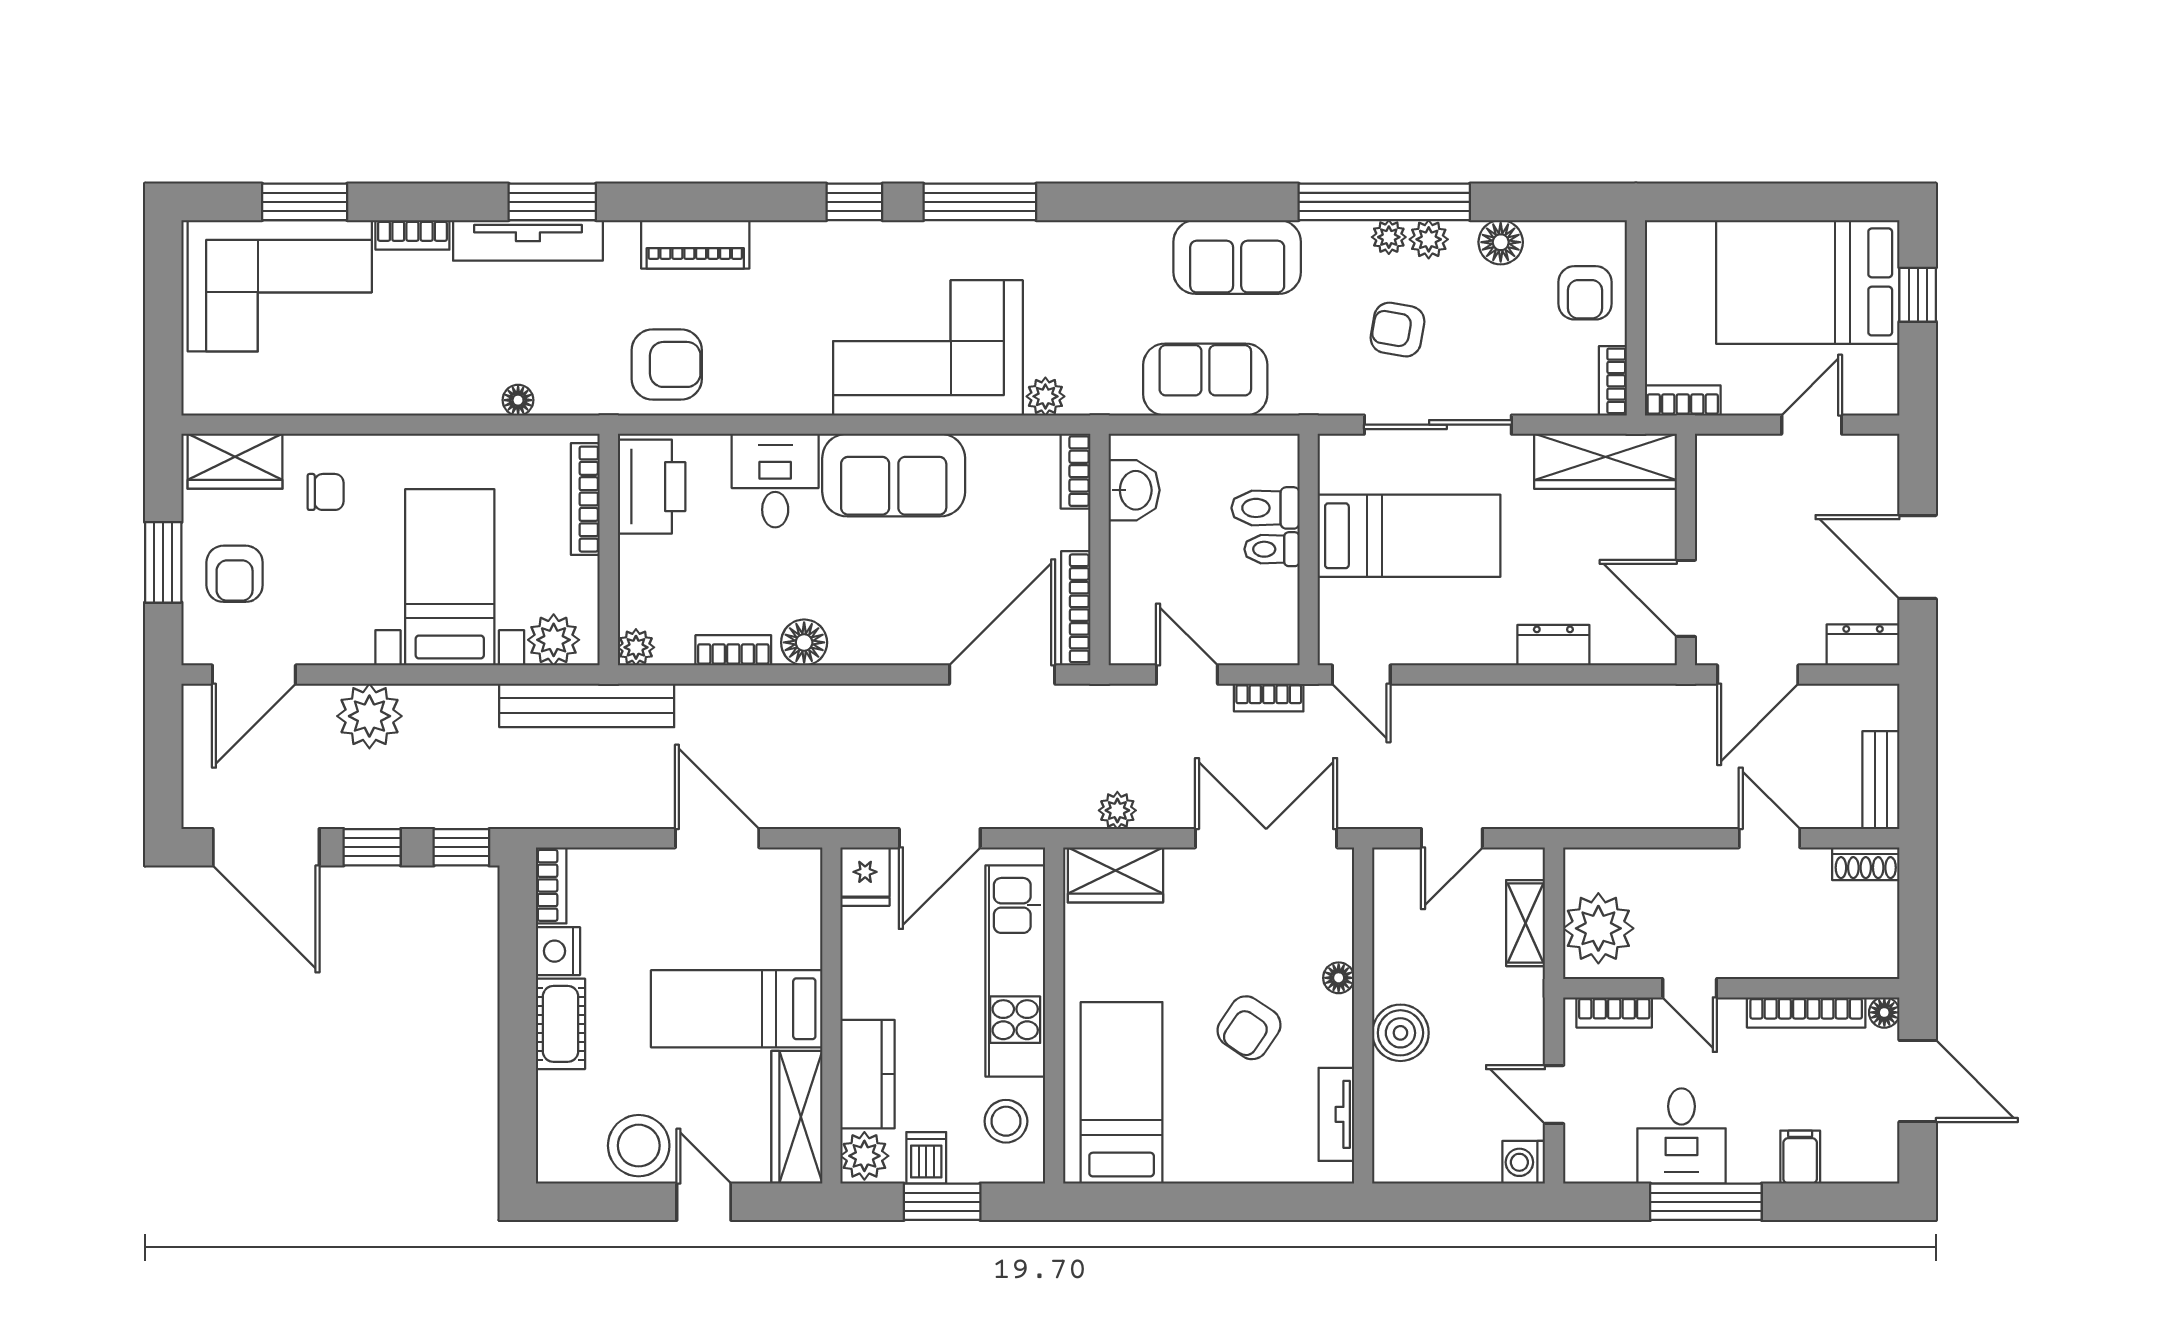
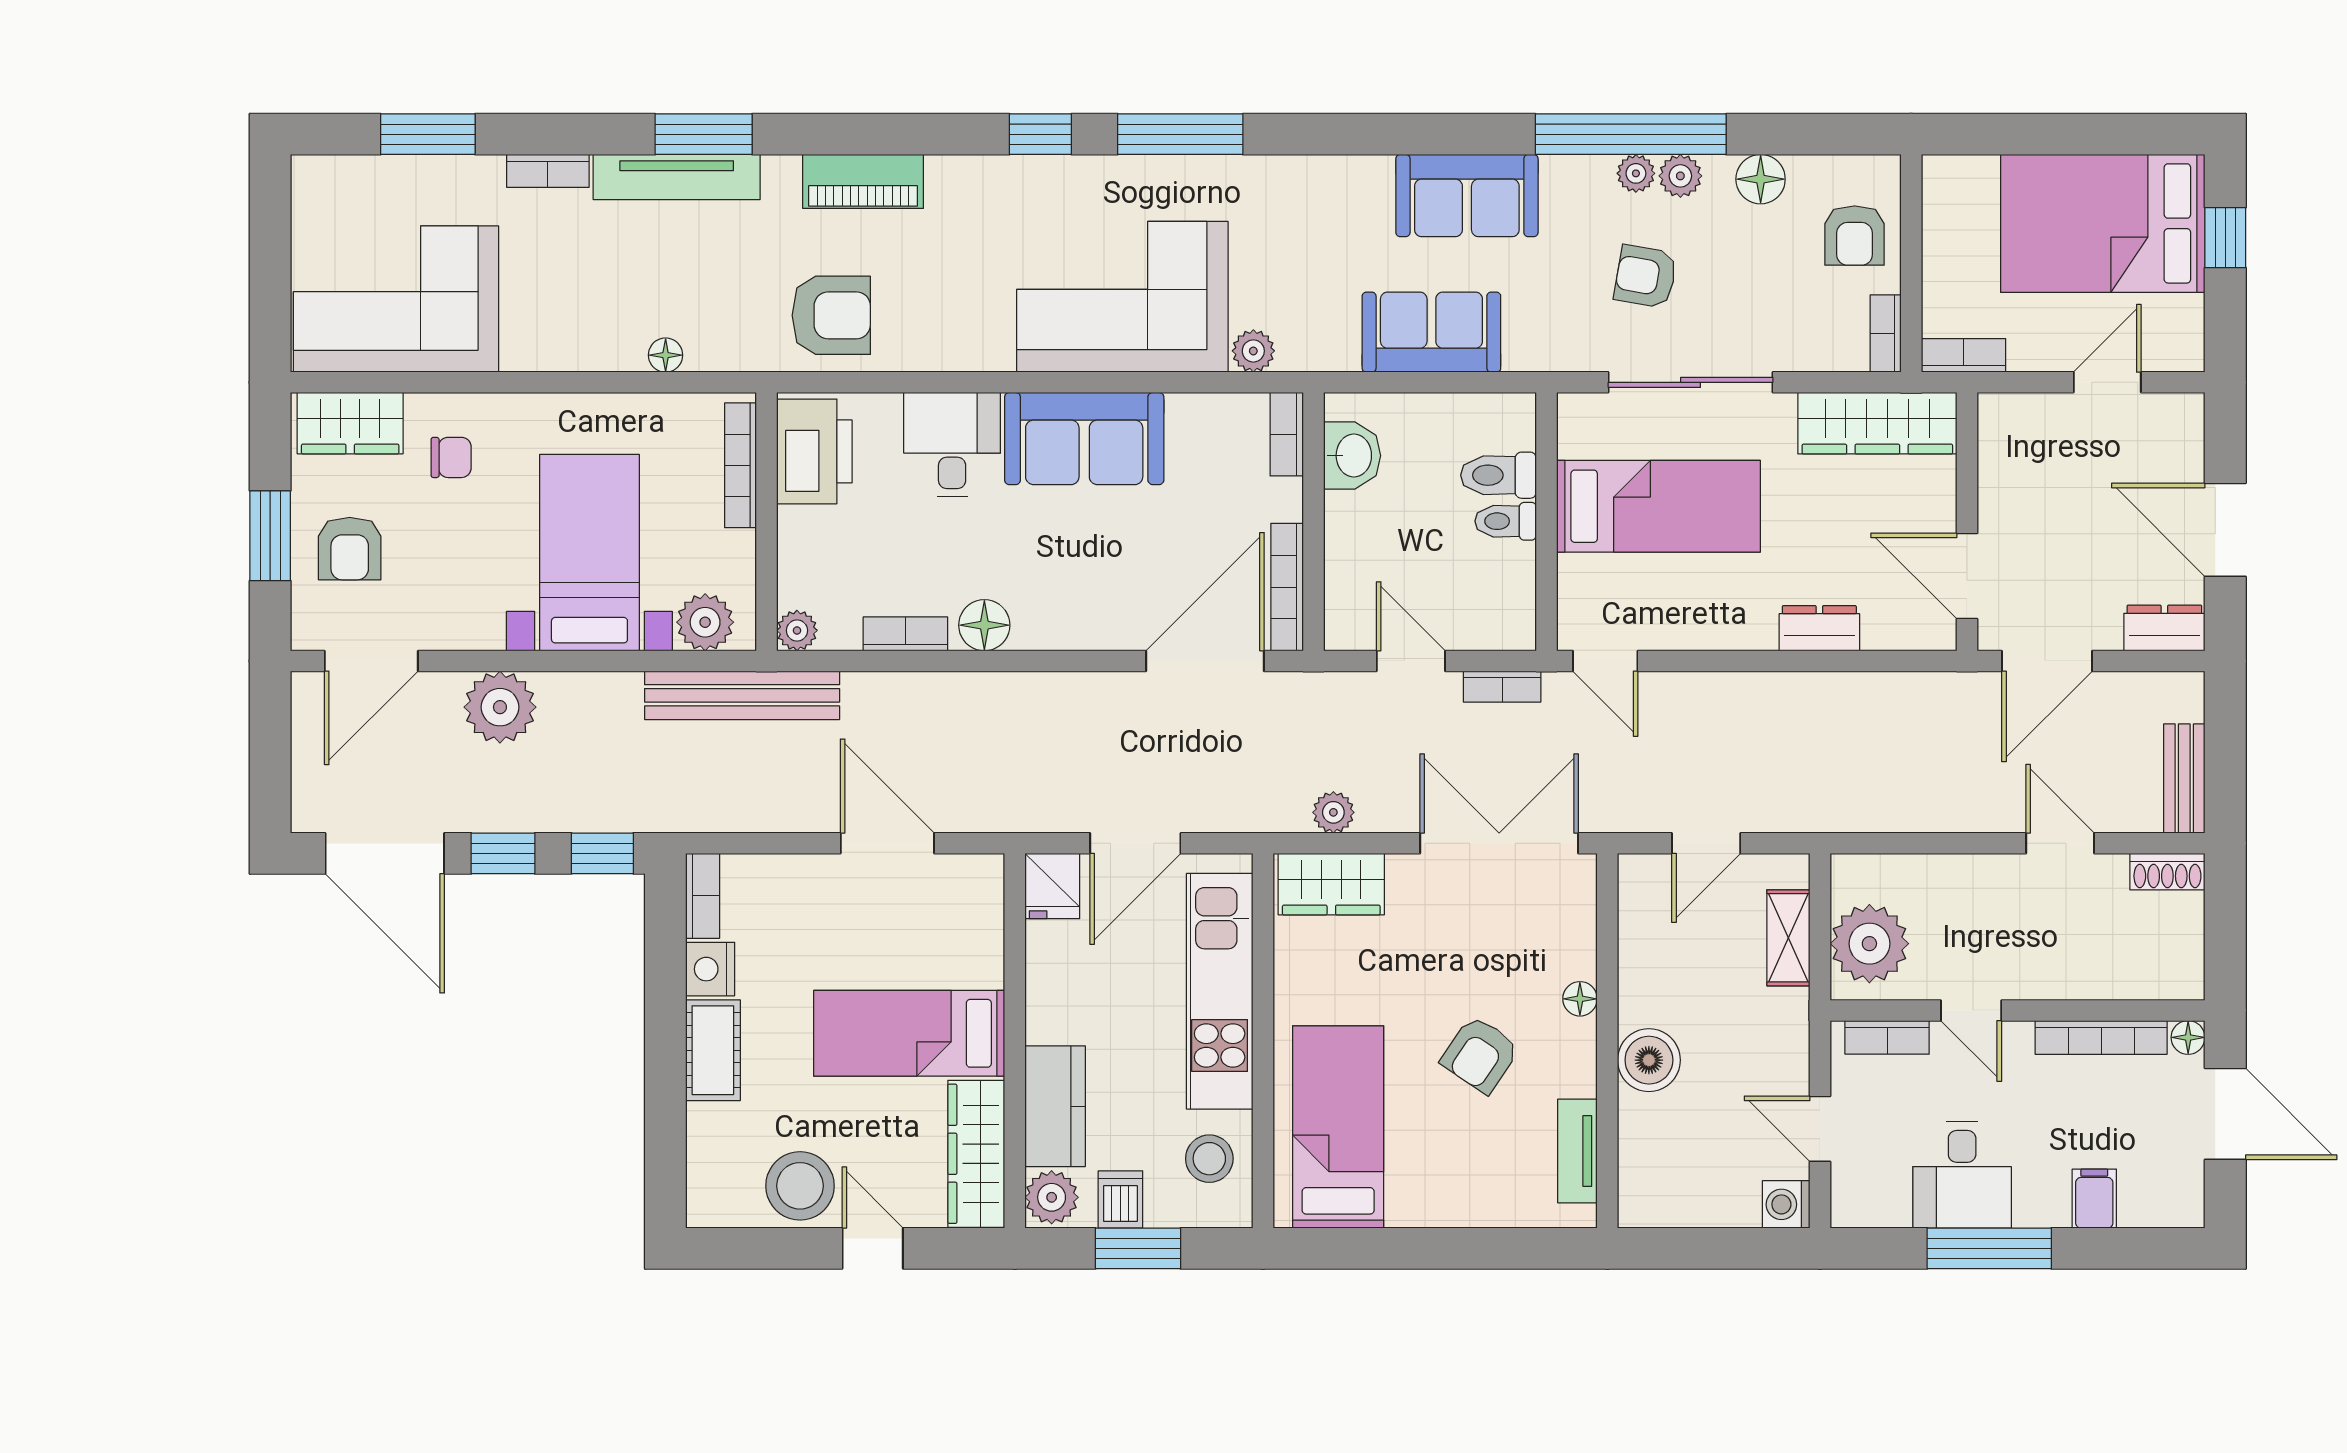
corner sofa: (280, 286) -> (396, 299), moved, turned 180

